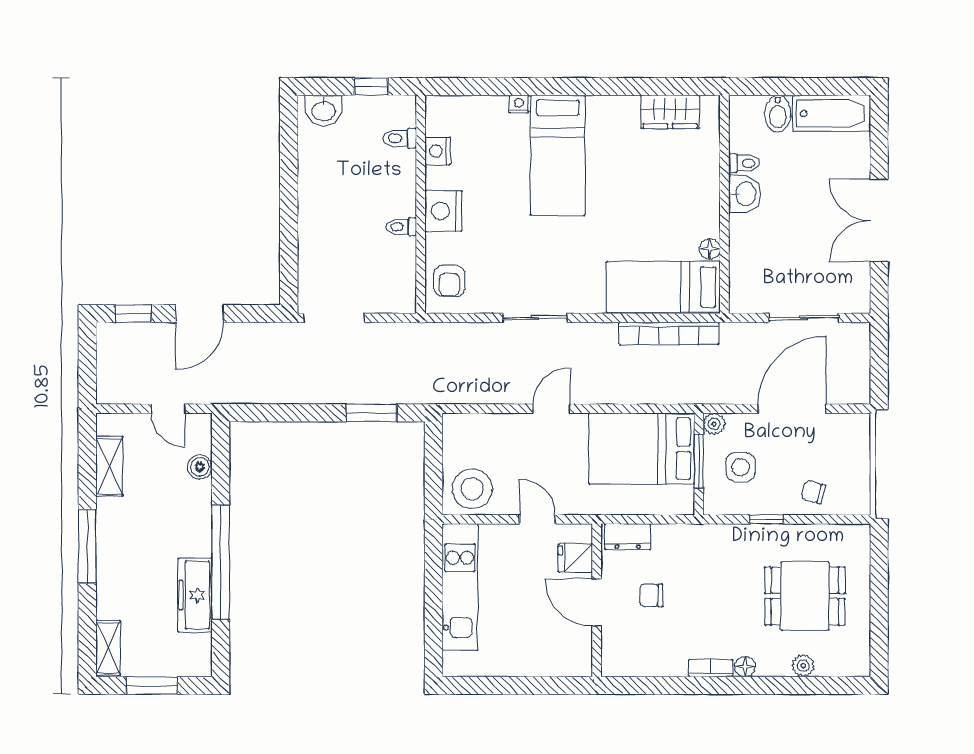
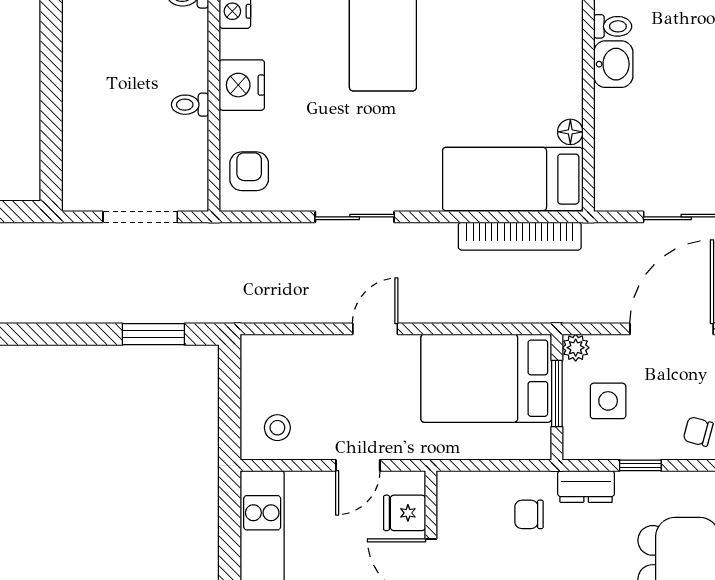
armchair: (449, 281) -> (249, 171), turned 180
doorway: (334, 318) -> (140, 217), moved
stool: (472, 489) -> (277, 428), width x0.53, depth x0.53
door: (537, 519) -> (358, 465), swing flipped
dresser: (628, 537) -> (586, 487), moved
chair: (651, 595) -> (529, 514), moved

